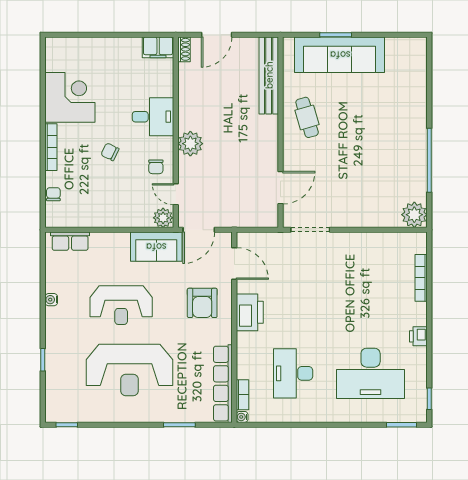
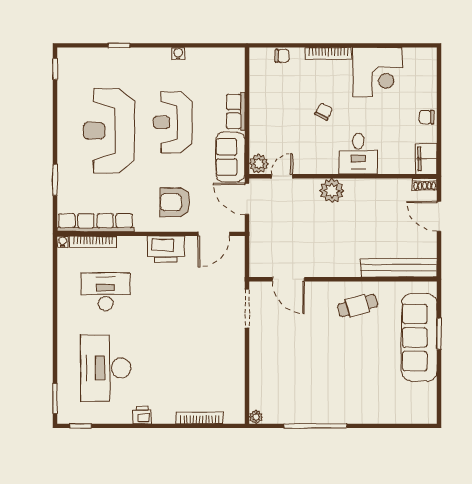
chair: (156, 167) -> (427, 117), moved
plant: (414, 215) -> (256, 417), width x0.53, depth x0.53
row of seats: (70, 241) -> (236, 111), moved
bookcase: (243, 395) -> (93, 242), width x1.56

